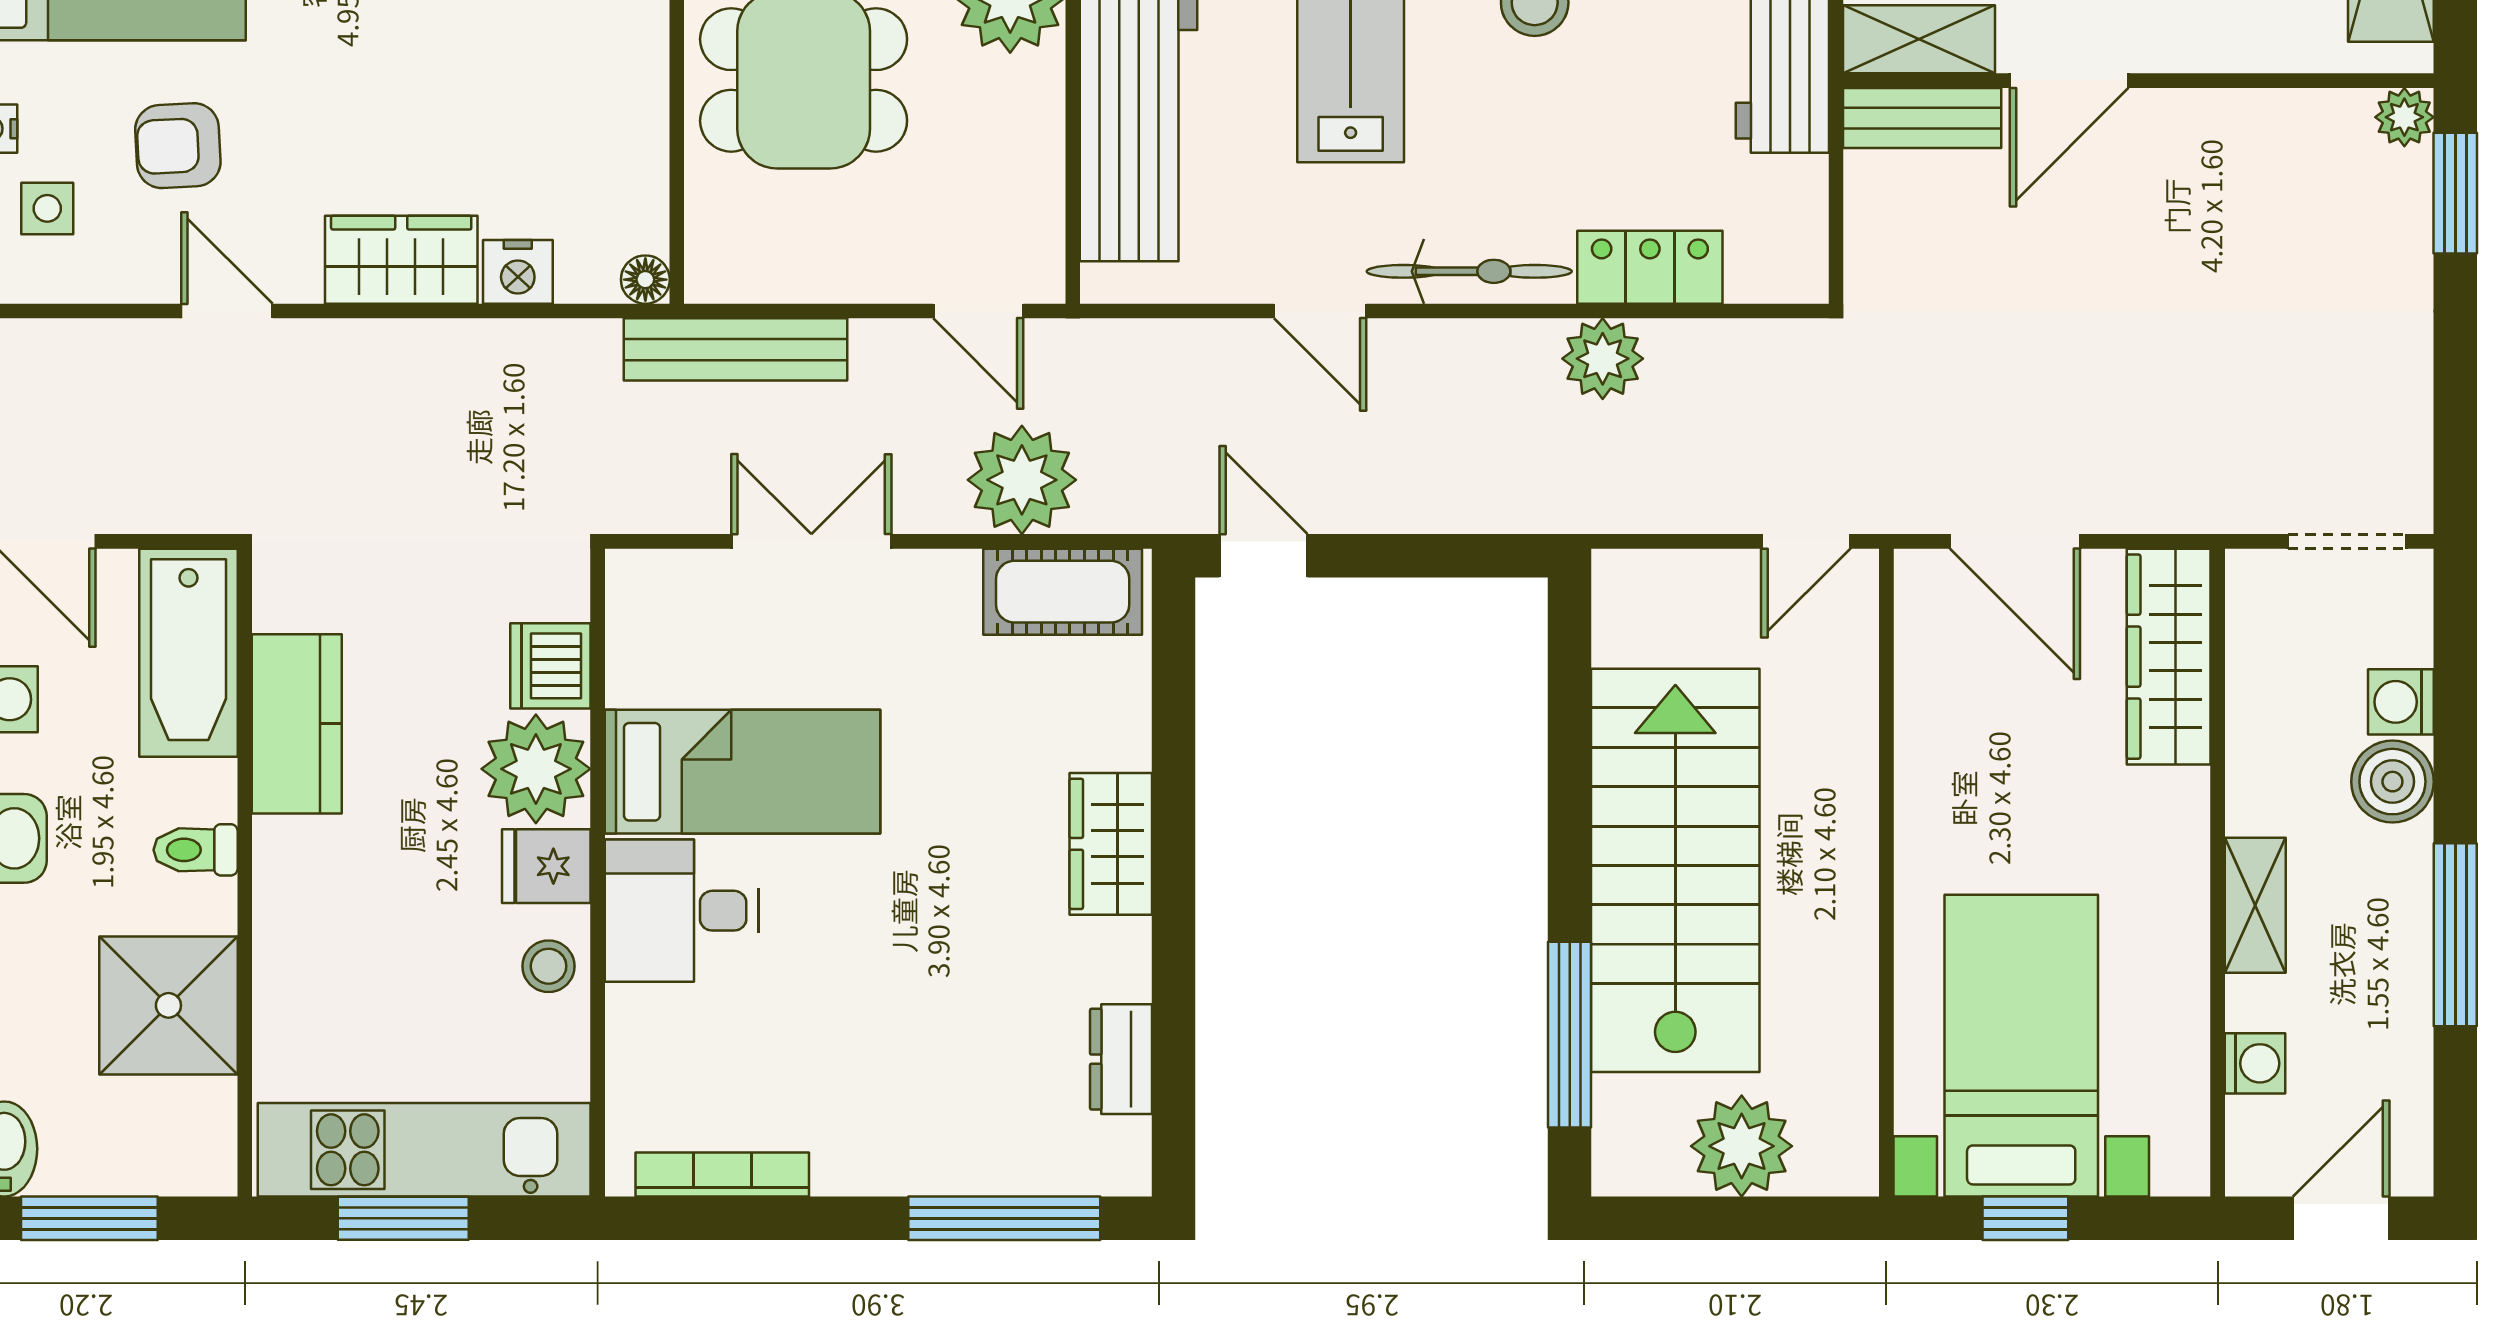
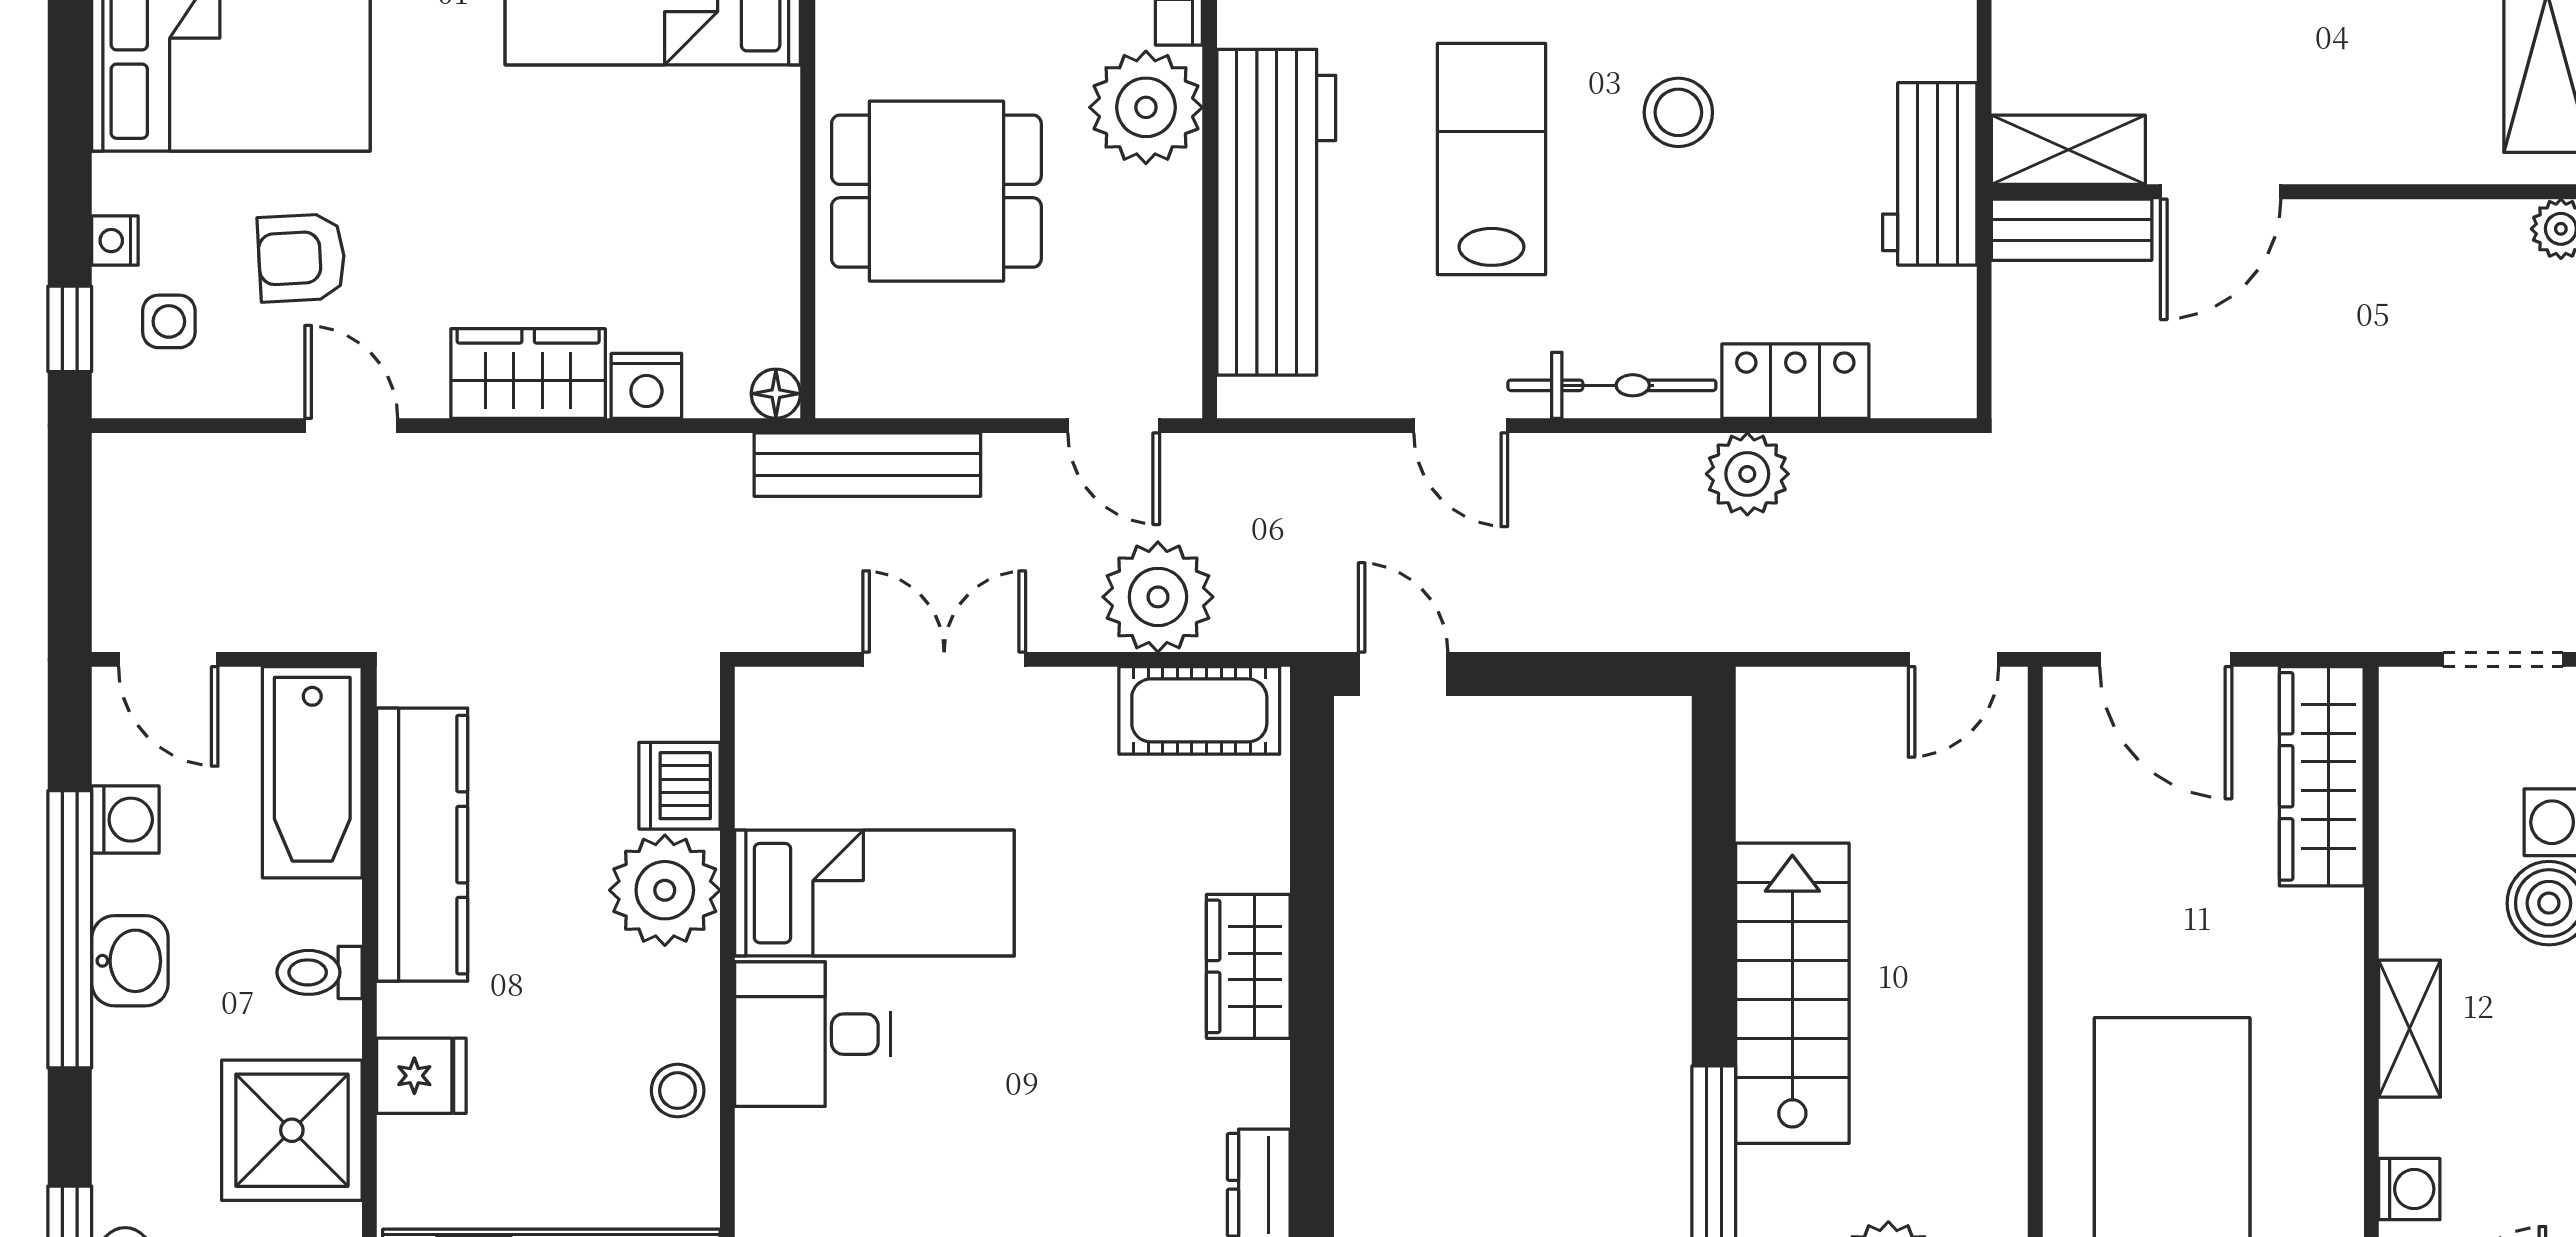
kitchen counter: (297, 724) -> (422, 845), width x1.50
fridge: (546, 866) -> (421, 1076), moved, turned 180
stairs: (1675, 870) -> (1792, 993), width x0.73, depth x0.66

